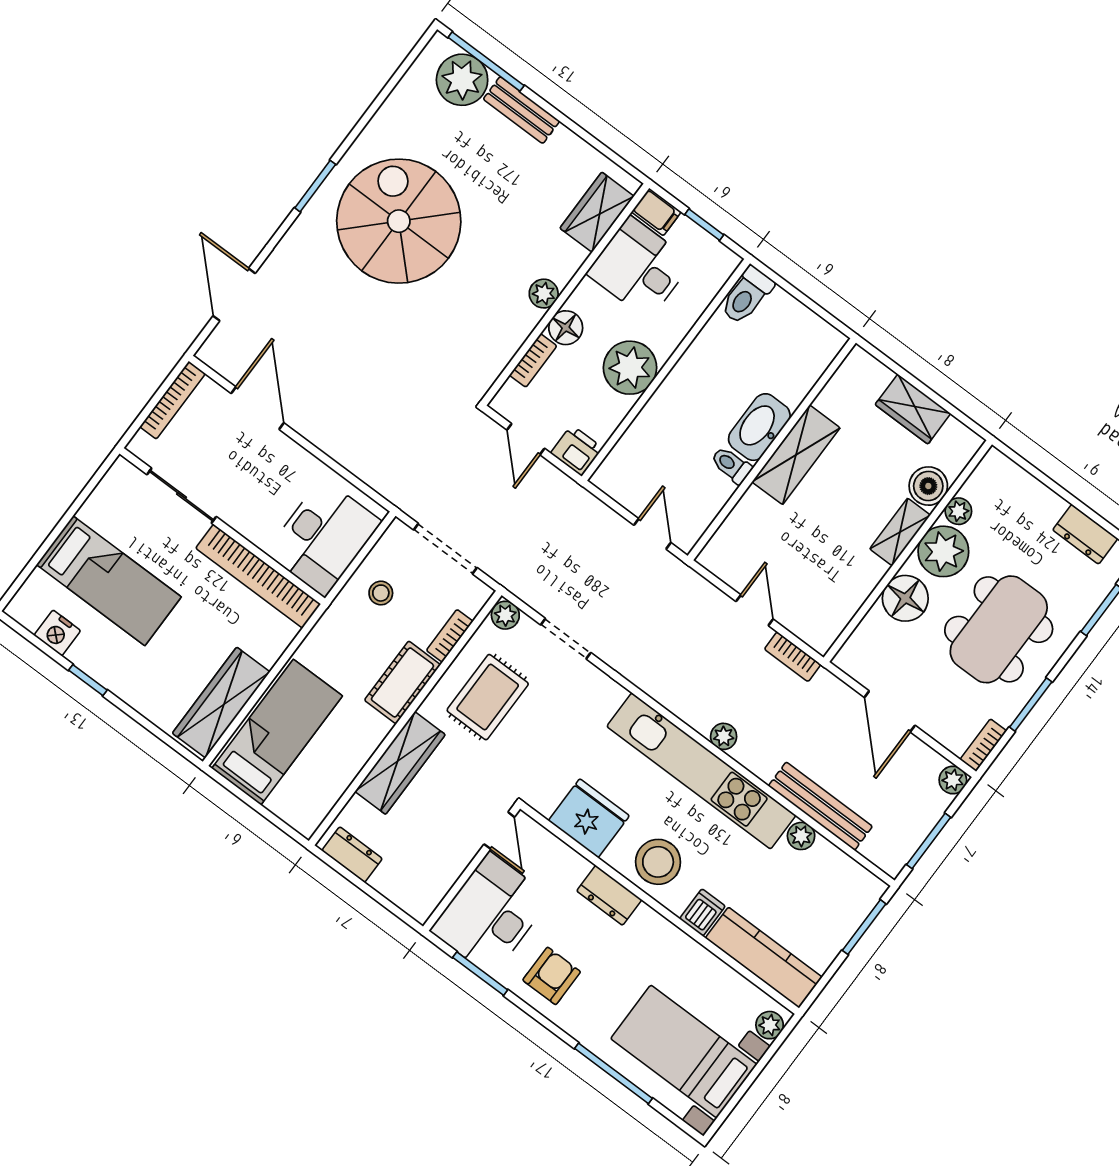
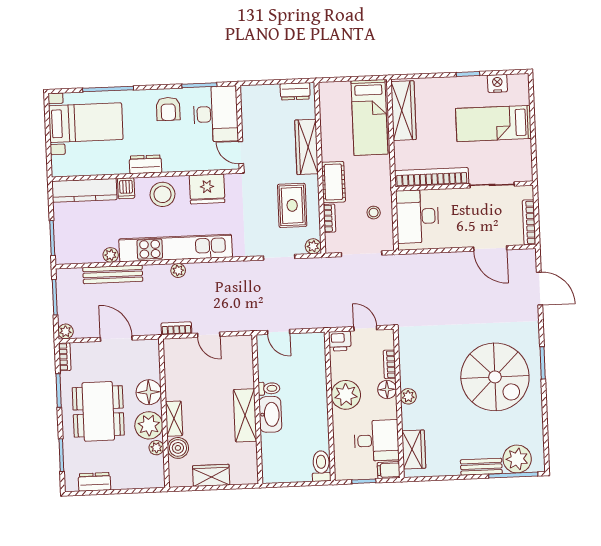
dresser: (609, 895) -> (145, 164), moved
plant: (770, 1025) -> (58, 164), removed

